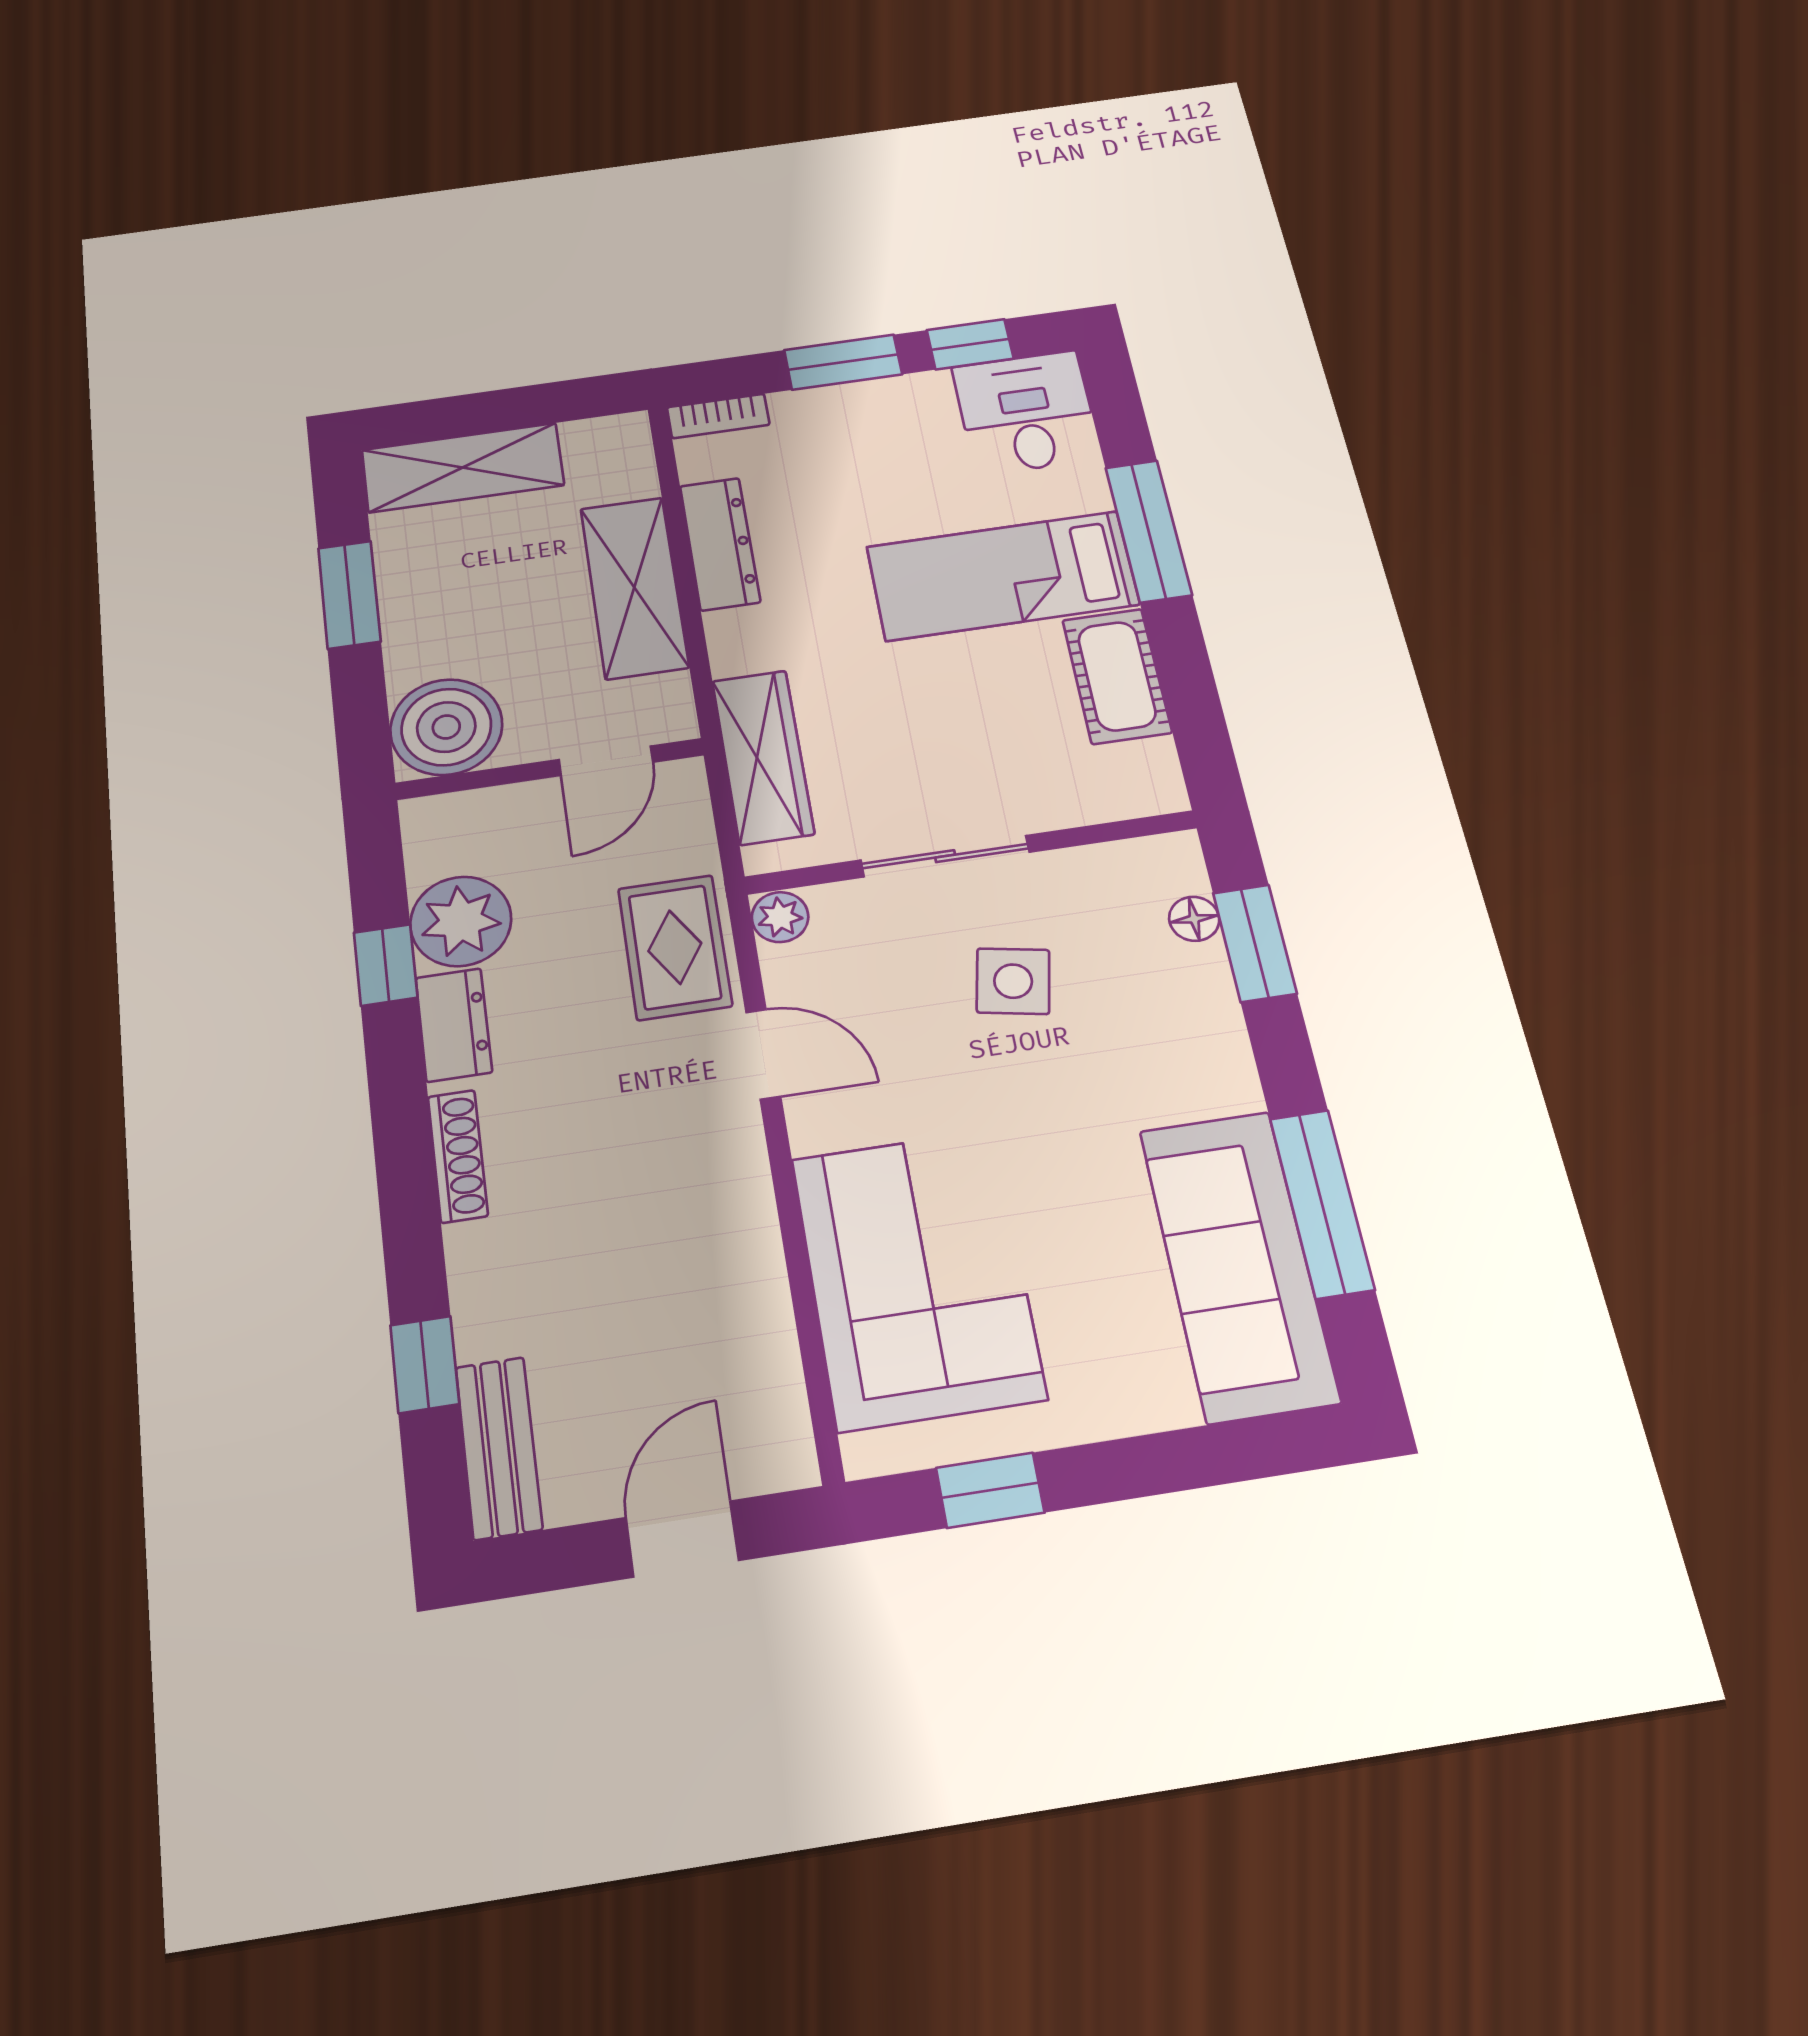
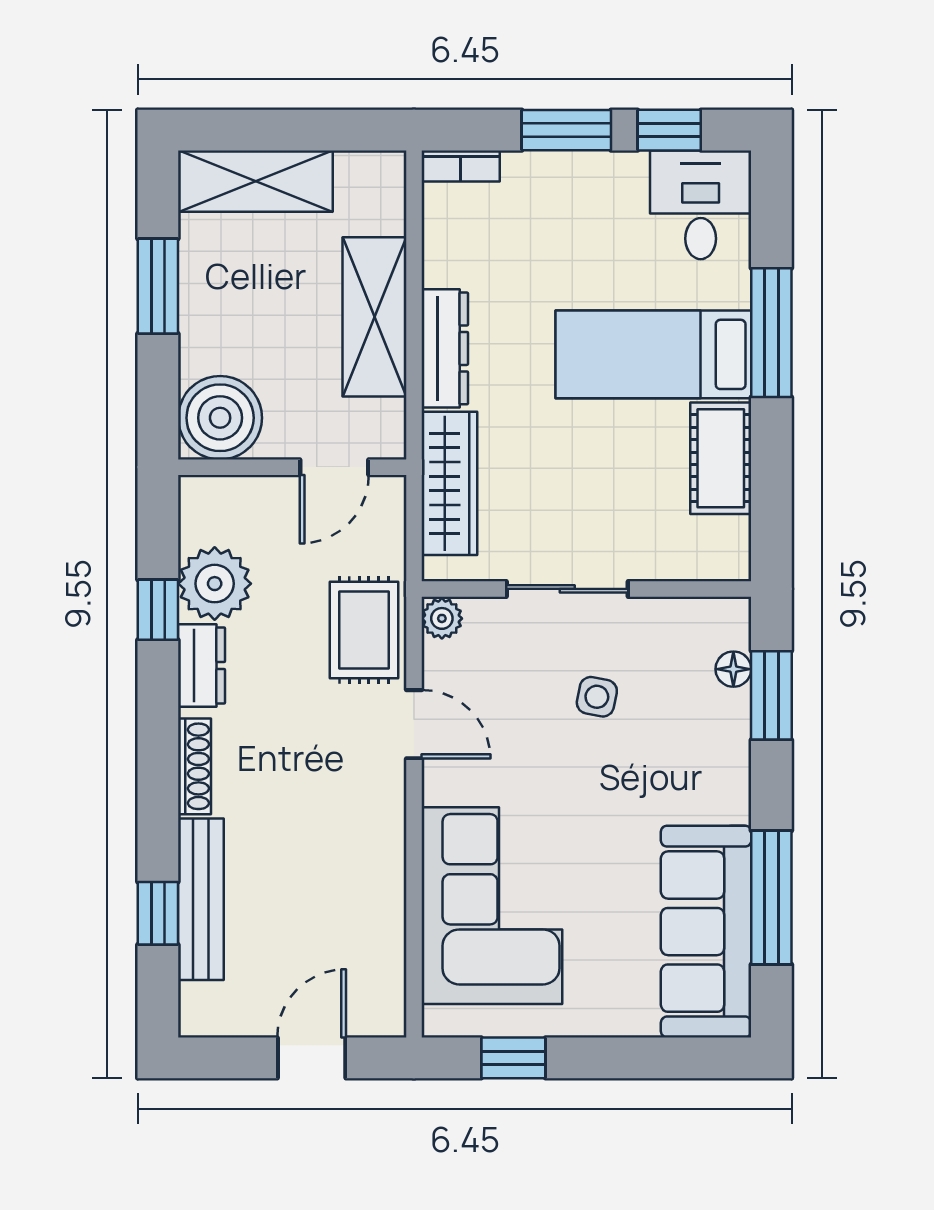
dresser: (720, 544) -> (445, 348), moved
side table: (1013, 981) -> (597, 697), width x0.73, depth x0.73
bench: (499, 1448) -> (201, 899), moved, width x1.36

